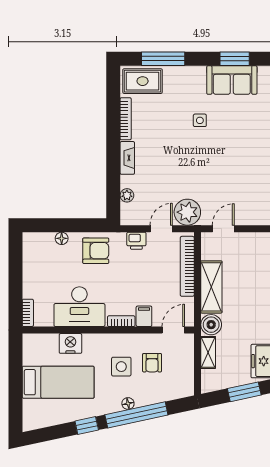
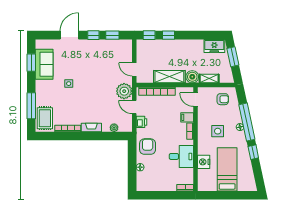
desk: (79, 307) -> (181, 156), width x0.73
armchair: (152, 363) -> (223, 99), moved

